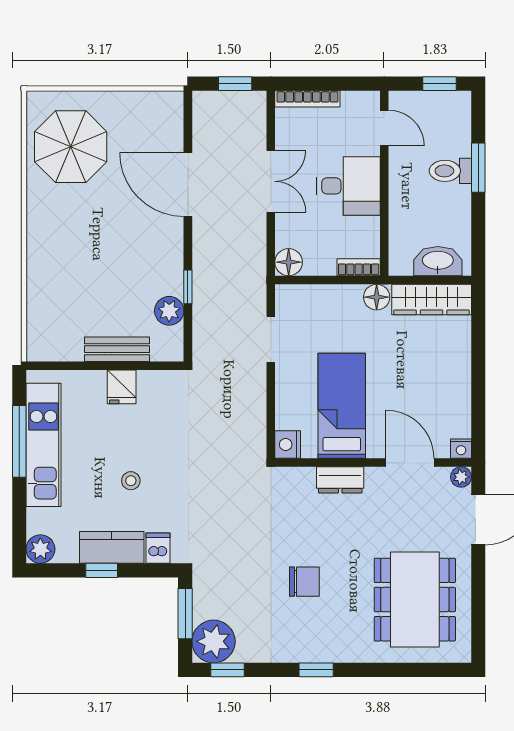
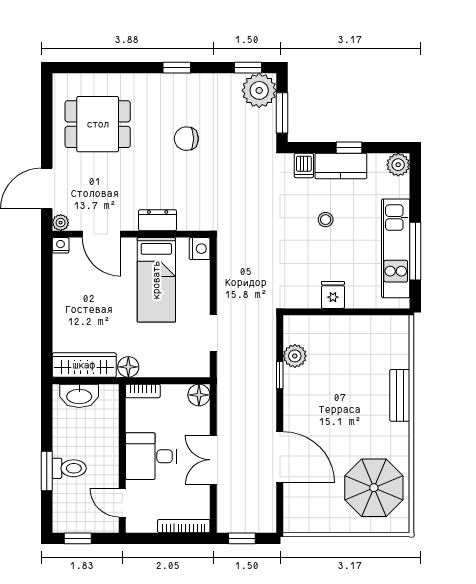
bench: (117, 349) -> (400, 395), moved, turned 90
dining table: (415, 600) -> (98, 124), width x0.73

